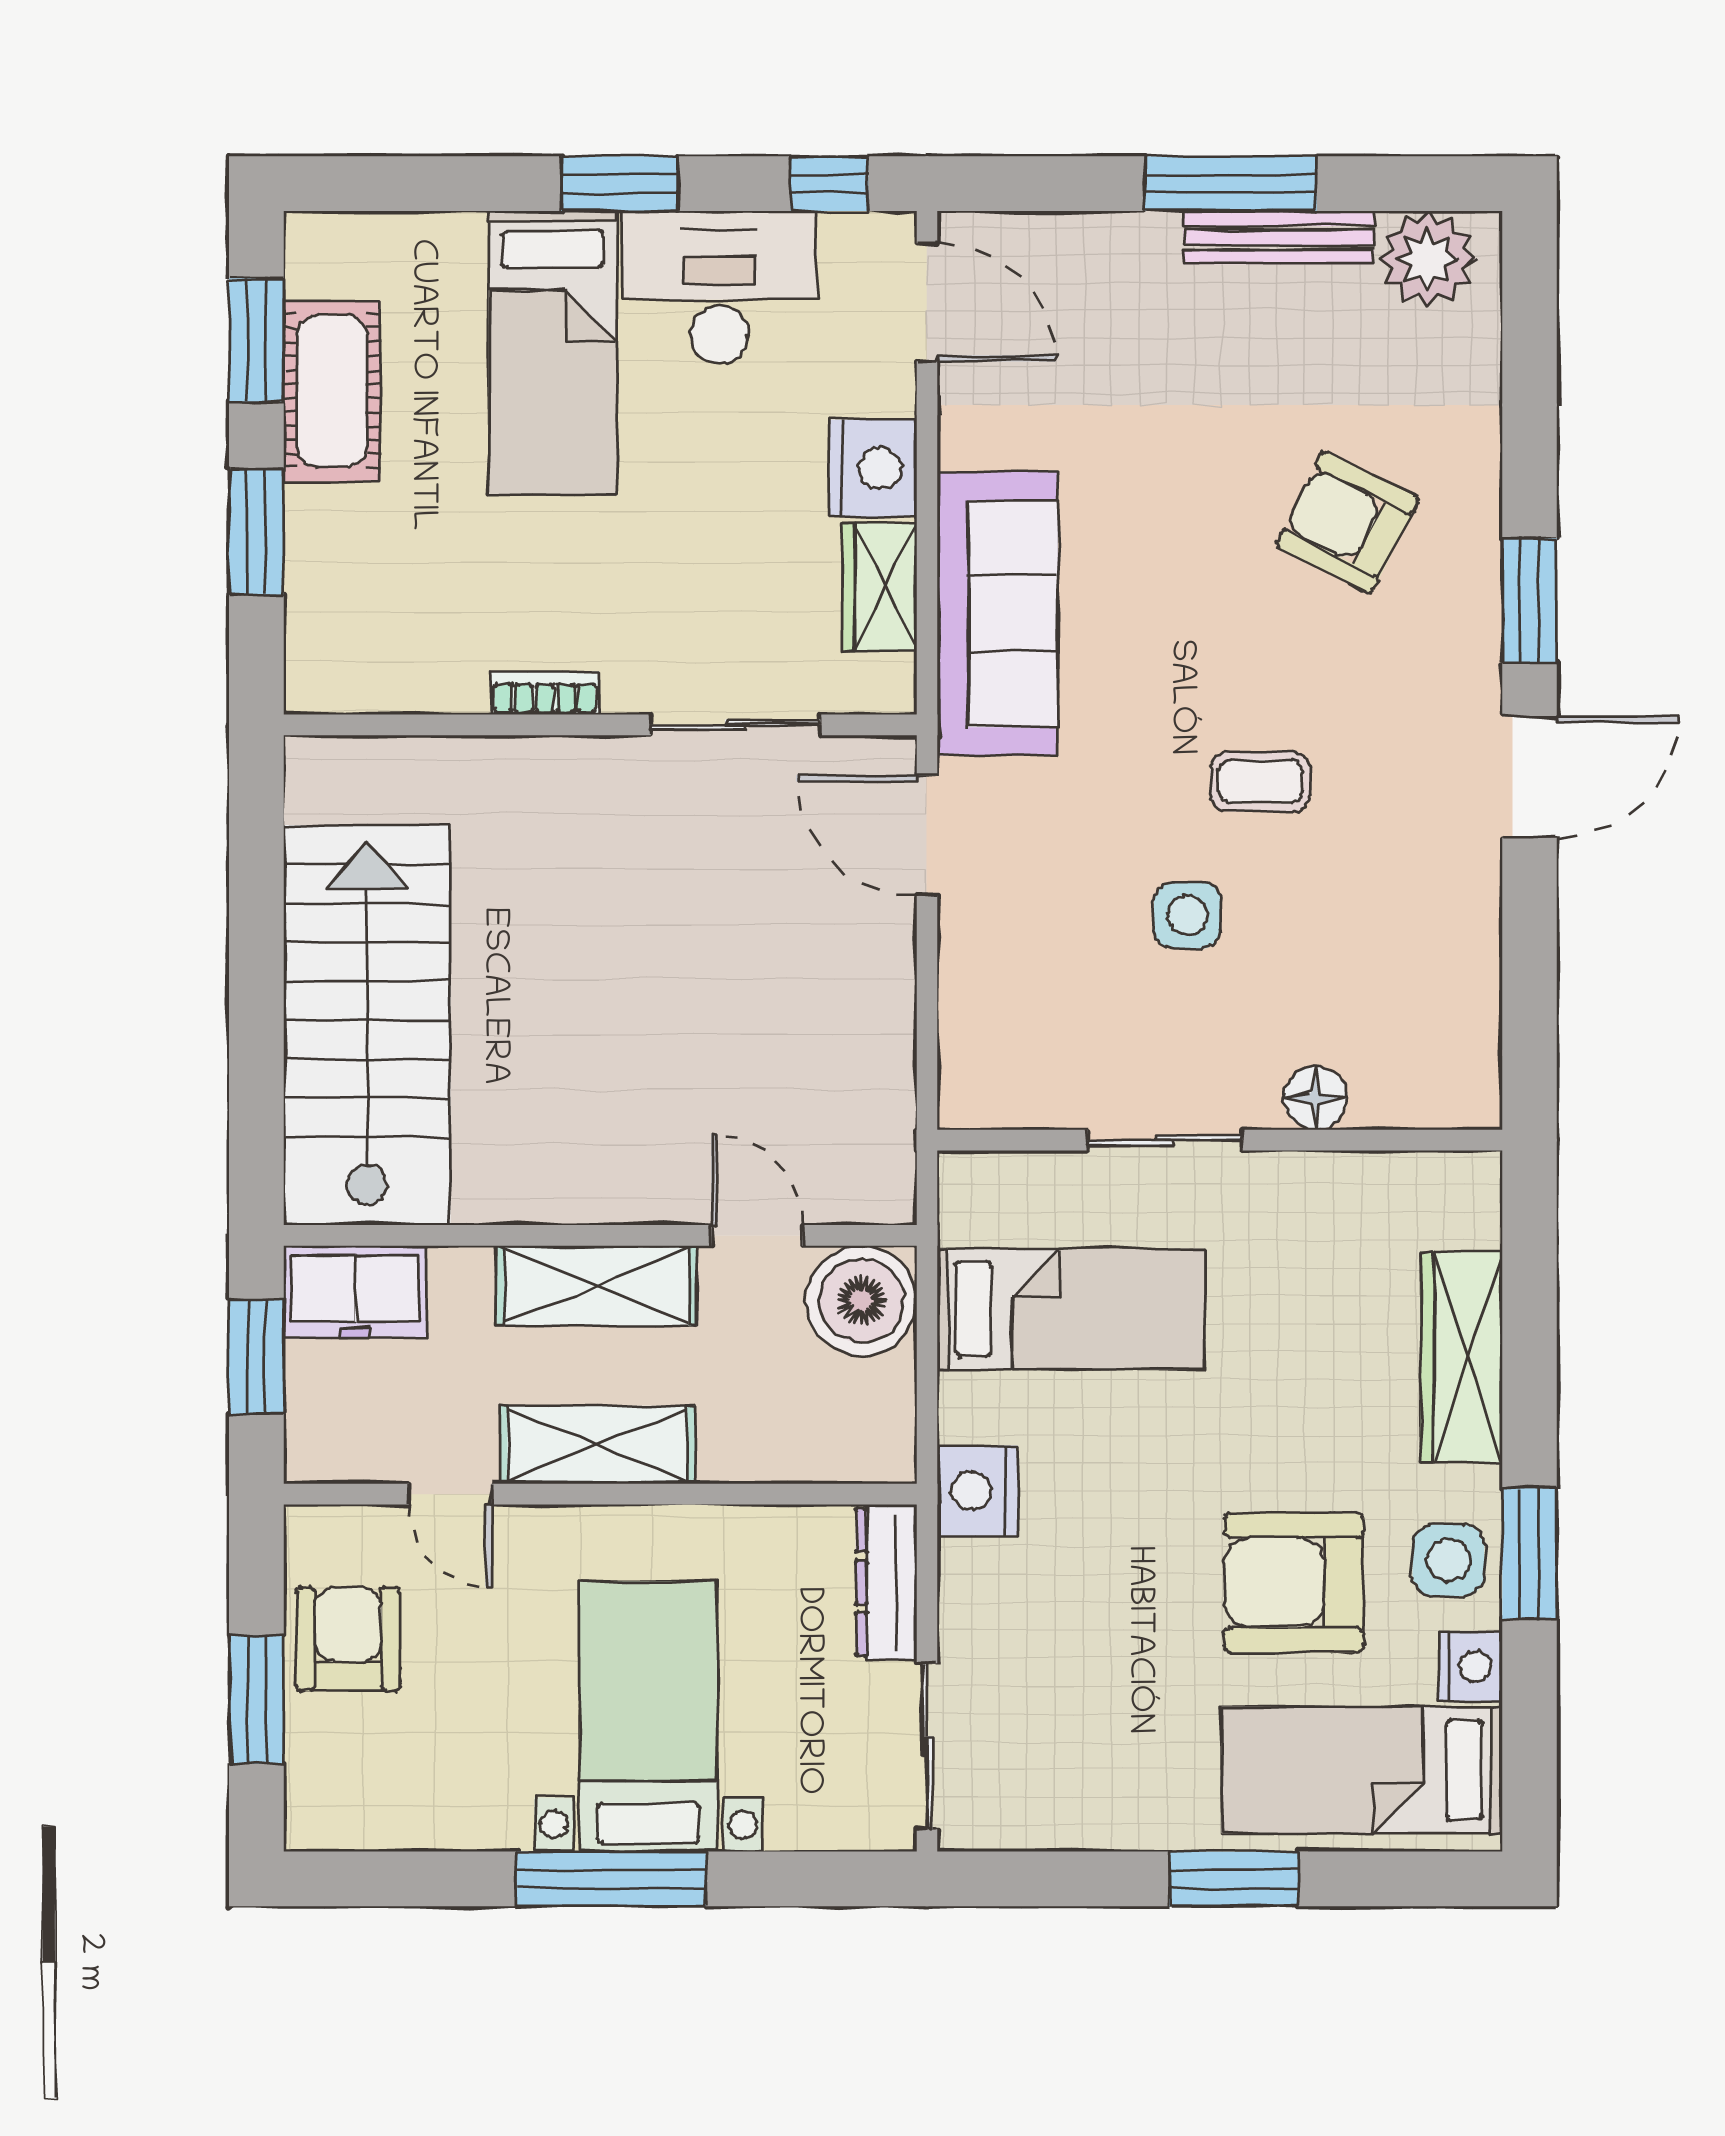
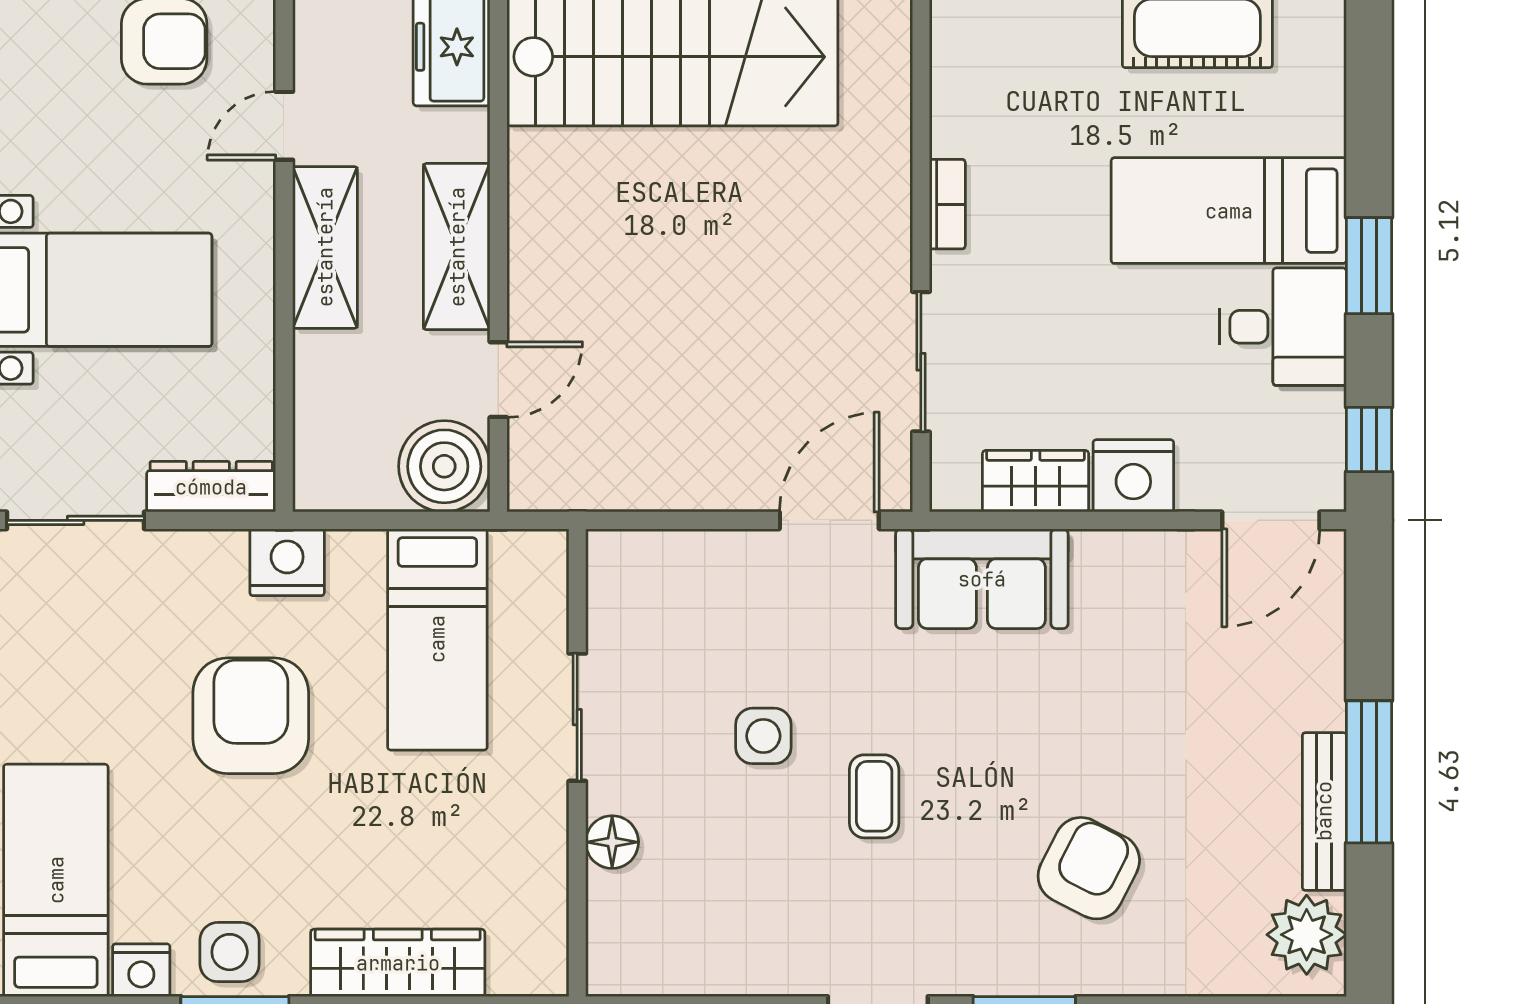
desk: (719, 287) -> (1283, 327), width x0.73
sofa: (997, 614) -> (982, 579), width x0.73
armchair: (1294, 1582) -> (251, 716), moved

